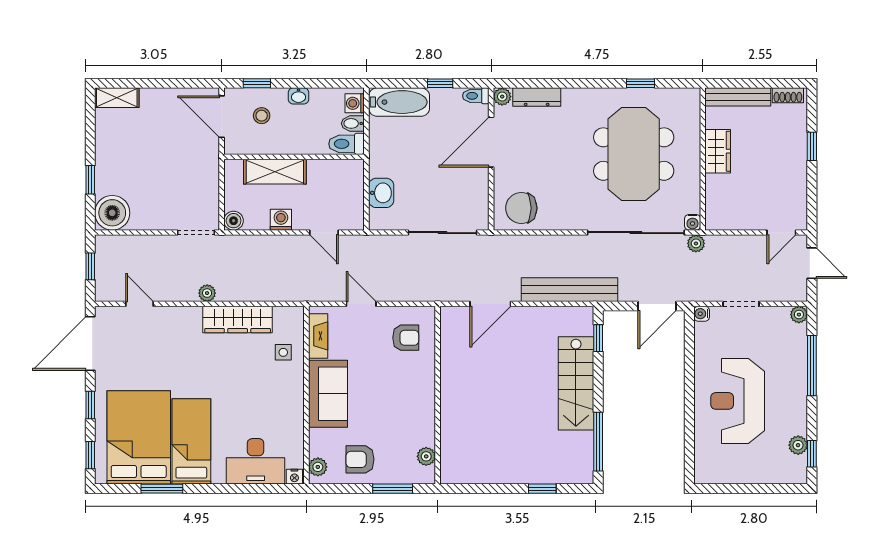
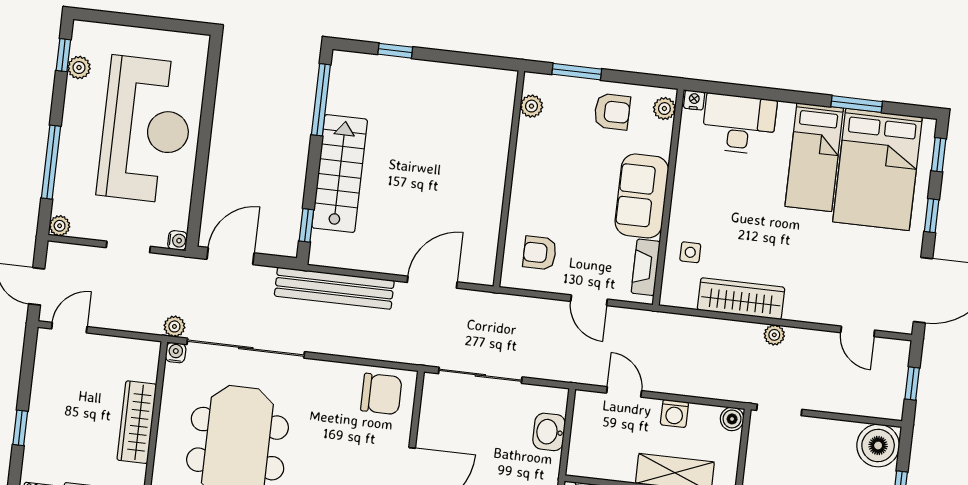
wardrobe: (718, 151) -> (137, 422), width x1.50
reception desk: (738, 401) -> (146, 130), width x1.36, depth x1.30

